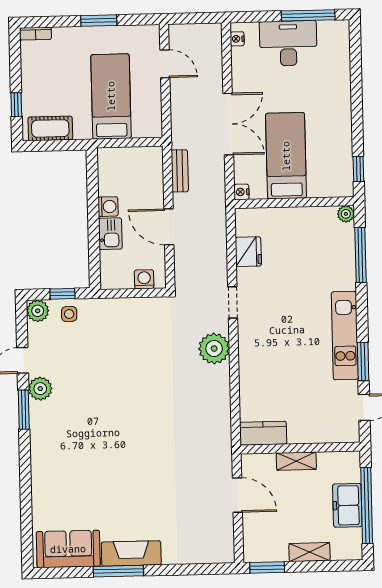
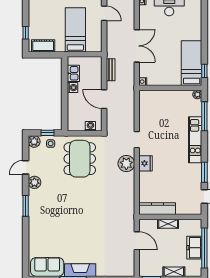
bed: (286, 156) -> (192, 63), moved
kitchen sink: (110, 234) -> (73, 73), moved
fridge: (248, 252) -> (146, 163), moved
kitchen unit: (345, 336) -> (195, 140), moved
dining table: (125, 341) -> (80, 159), added
window: (24, 410) -> (26, 206), moved
kitchen counter: (263, 433) -> (157, 209), width x1.50

